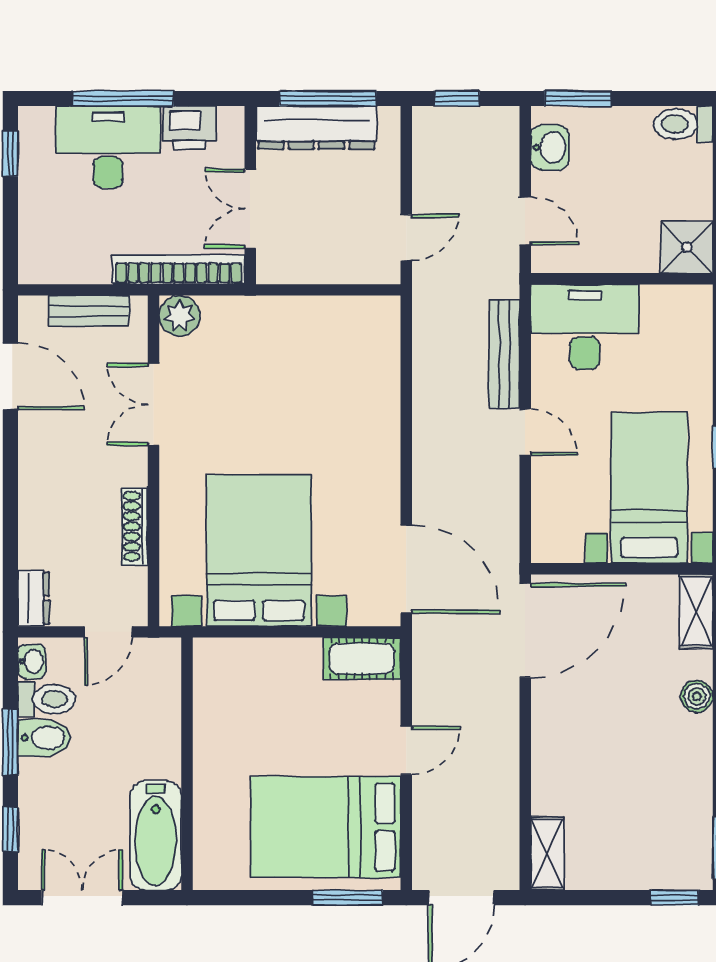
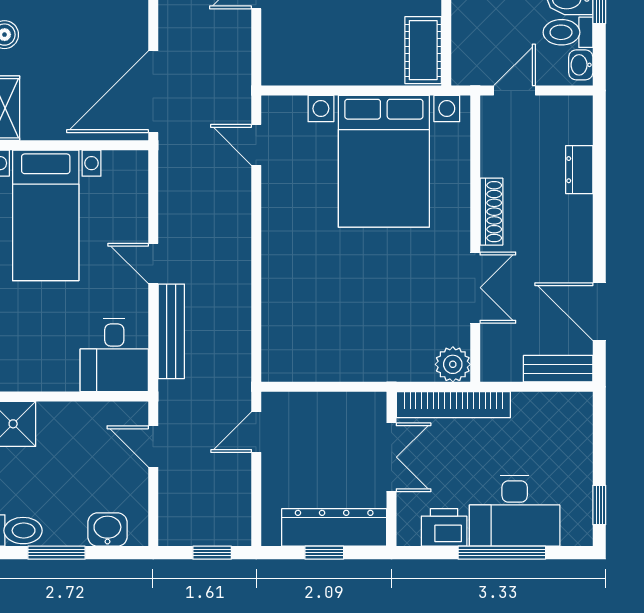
window: (328, 98) -> (324, 553), width x0.46
window: (578, 98) -> (57, 553), moved
washbasin: (550, 148) -> (107, 530), moved, turned 90
bench: (89, 311) -> (558, 369), moved
desk: (585, 327) -> (114, 355), width x0.73
shoe rack: (135, 526) -> (491, 212), moved
door: (406, 569) -> (256, 145), width x0.53
dresser: (34, 598) -> (579, 170), moved
cot: (362, 659) -> (423, 50), moved, turned 90

